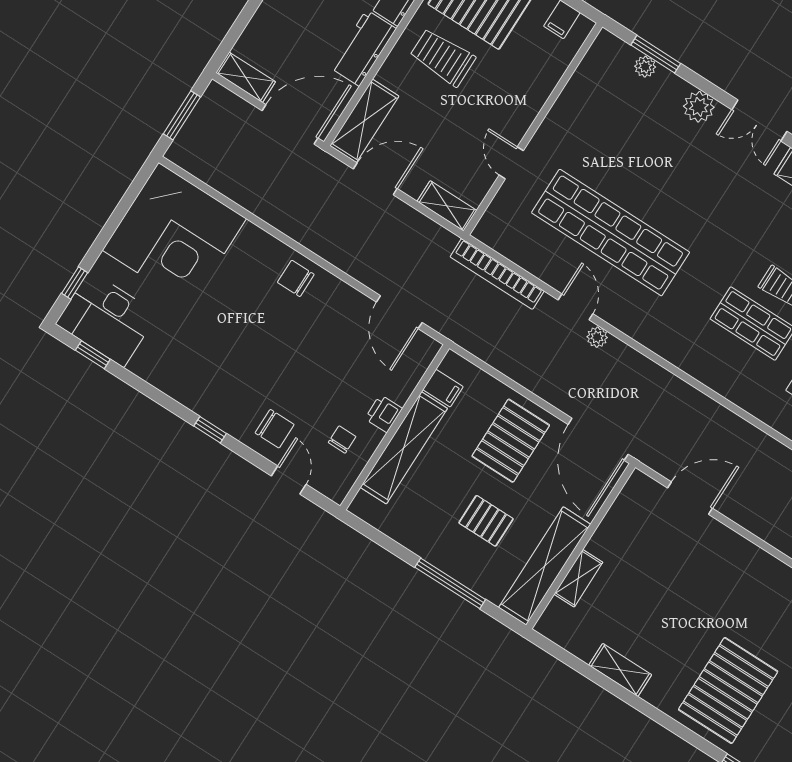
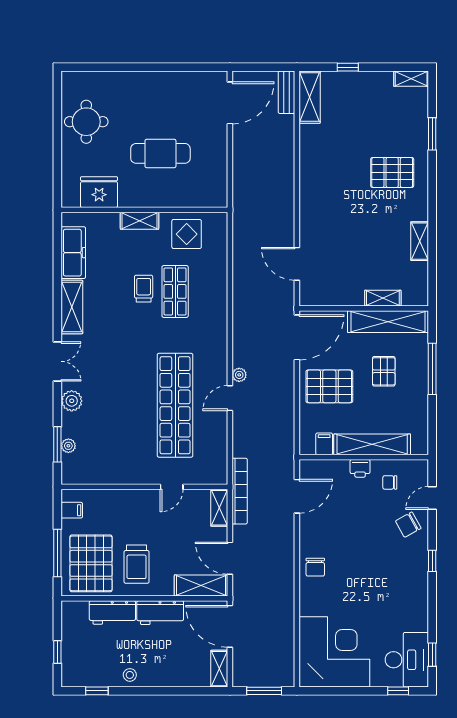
bookcase: (497, 274) -> (240, 491), moved
chair: (275, 429) -> (408, 525), turned -119
pallet: (728, 690) -> (392, 172), width x0.73, depth x0.71

